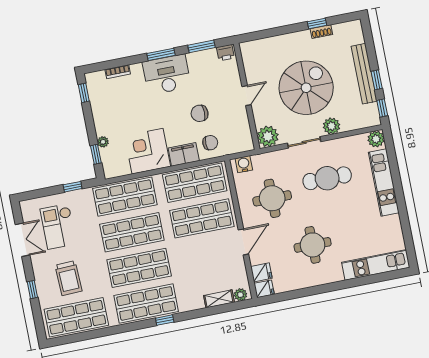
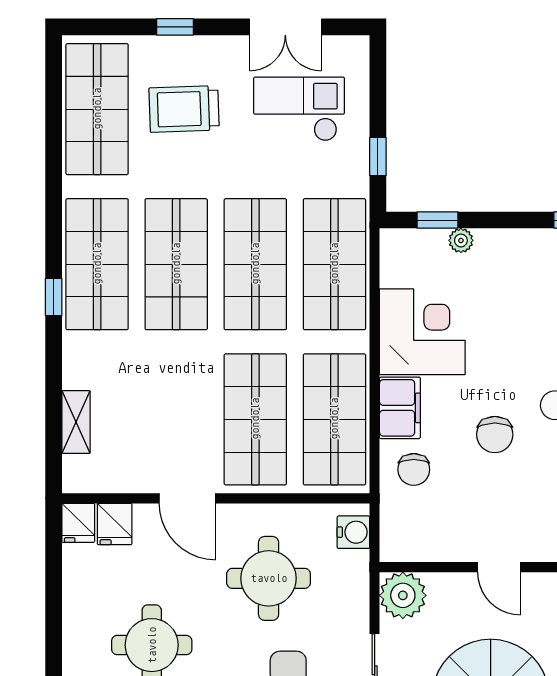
chair: (200, 113) -> (495, 435), moved, turned 180
plant: (241, 295) -> (76, 470), removed

